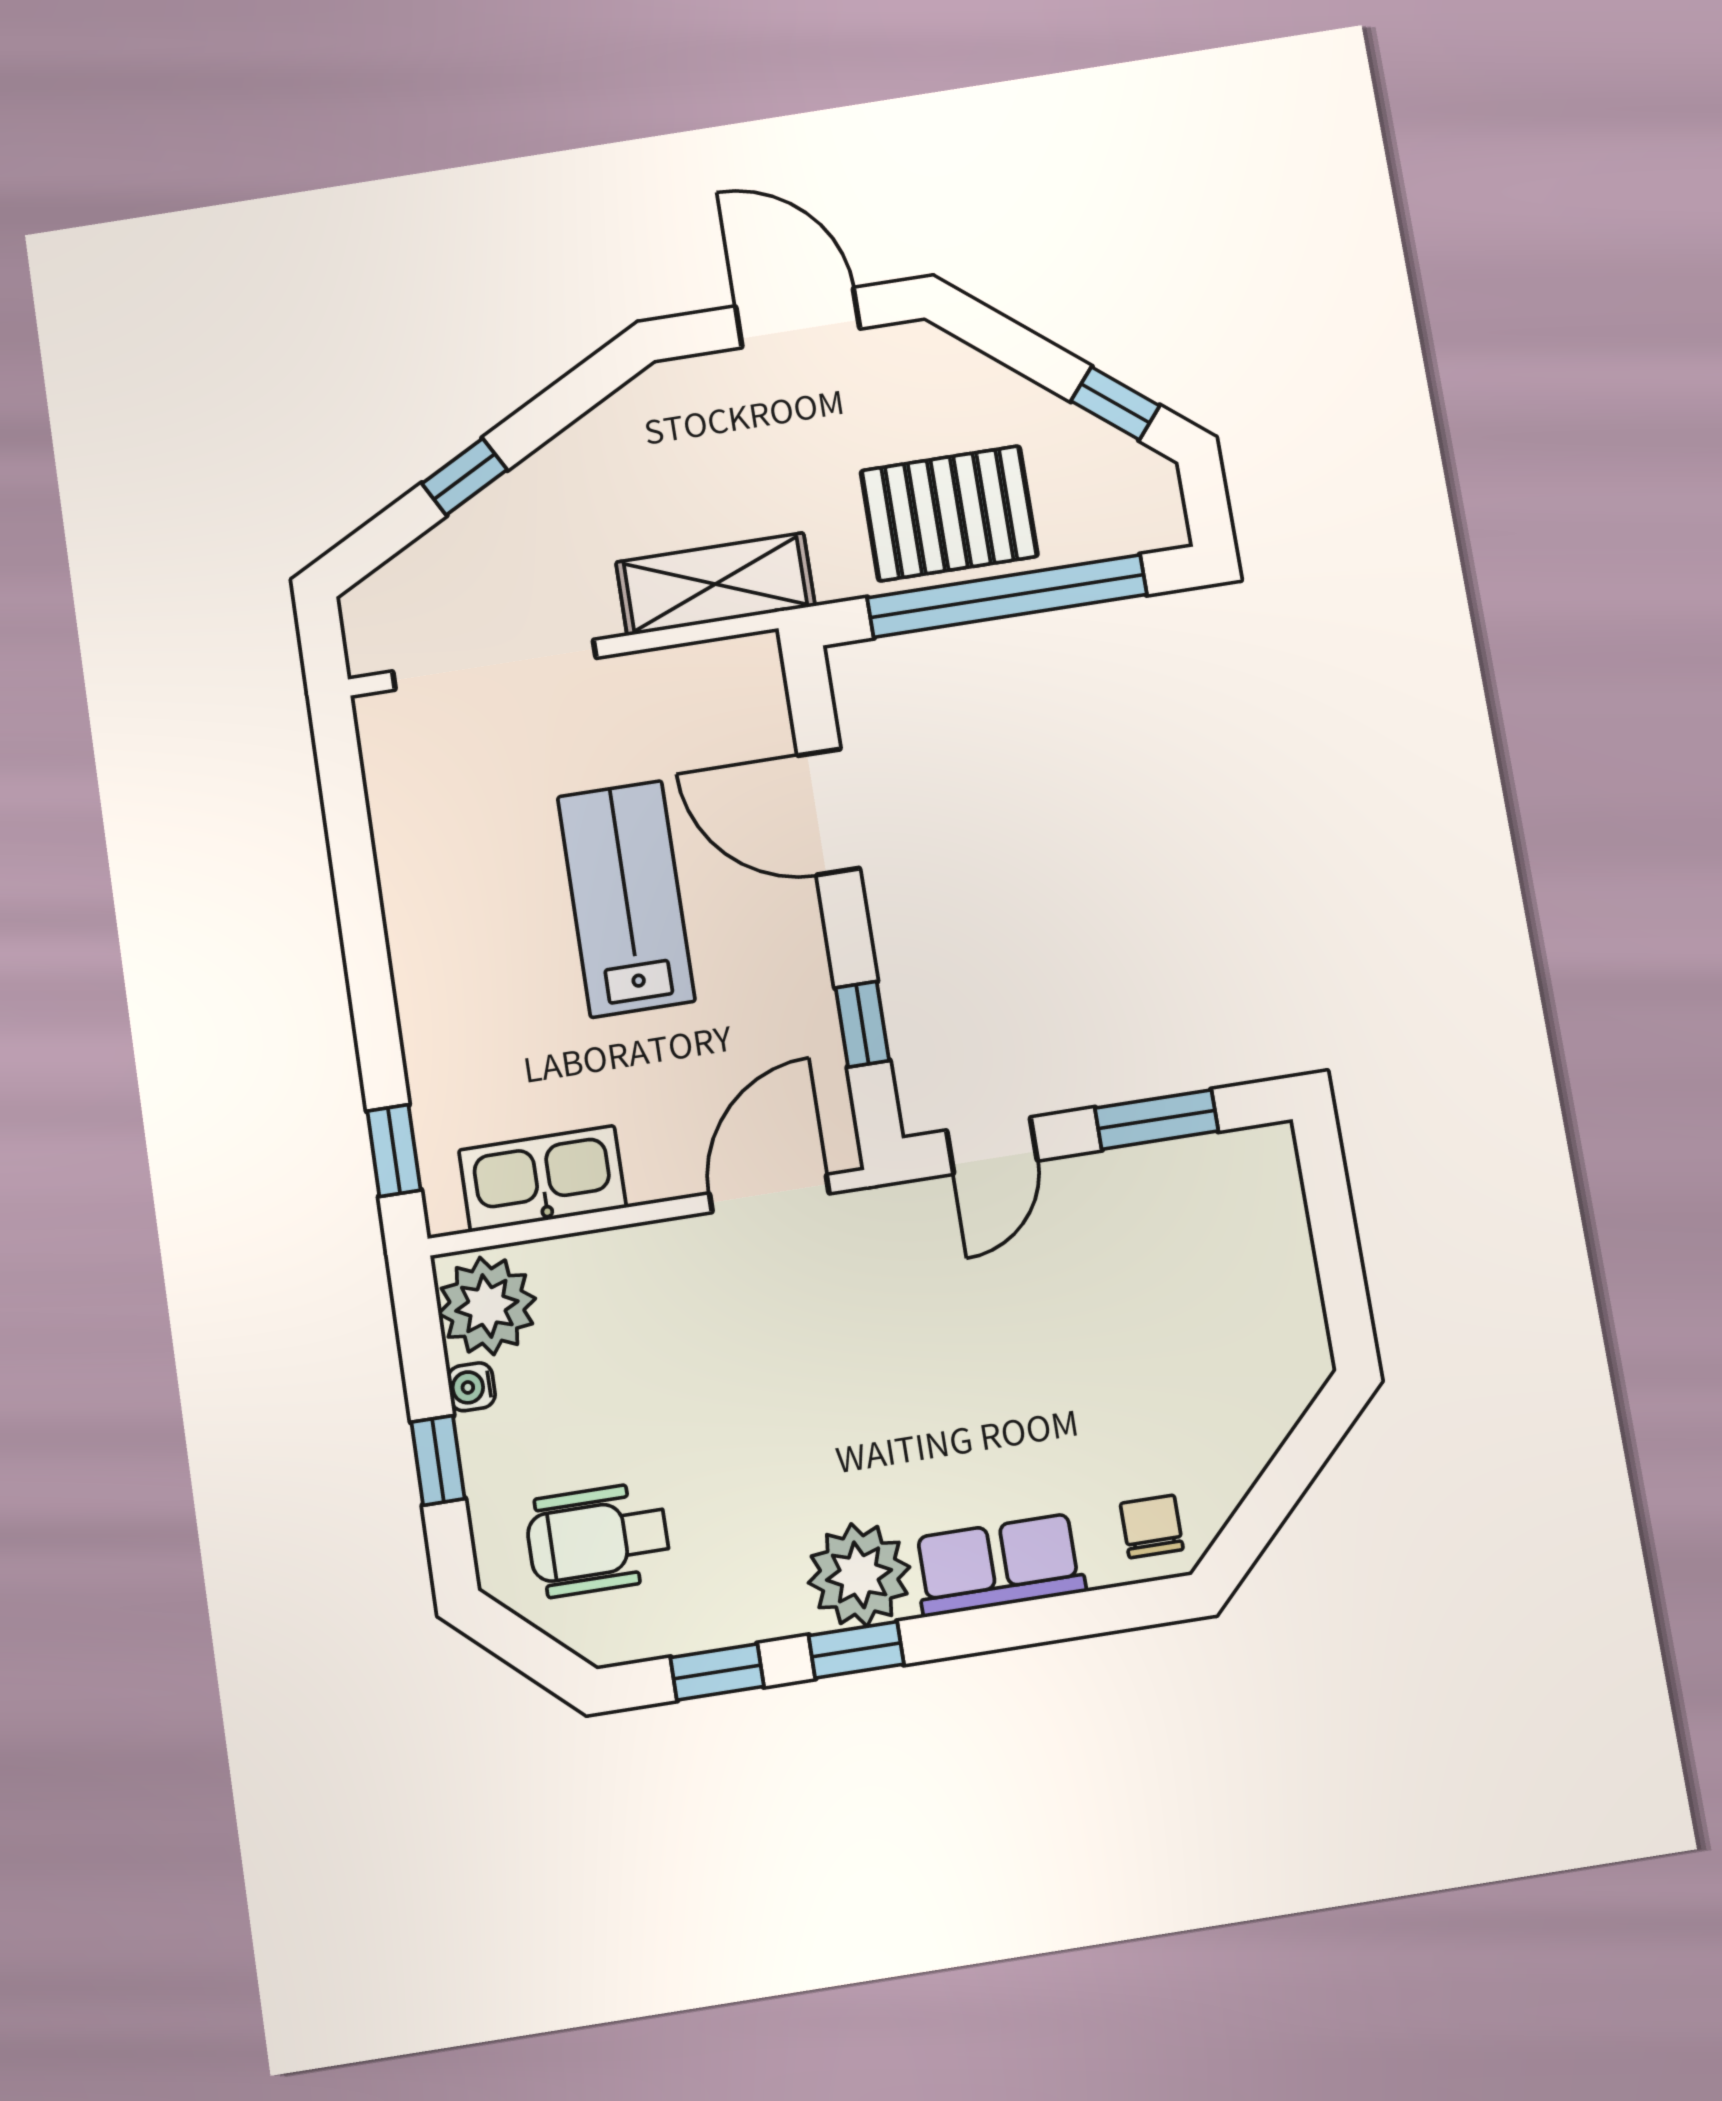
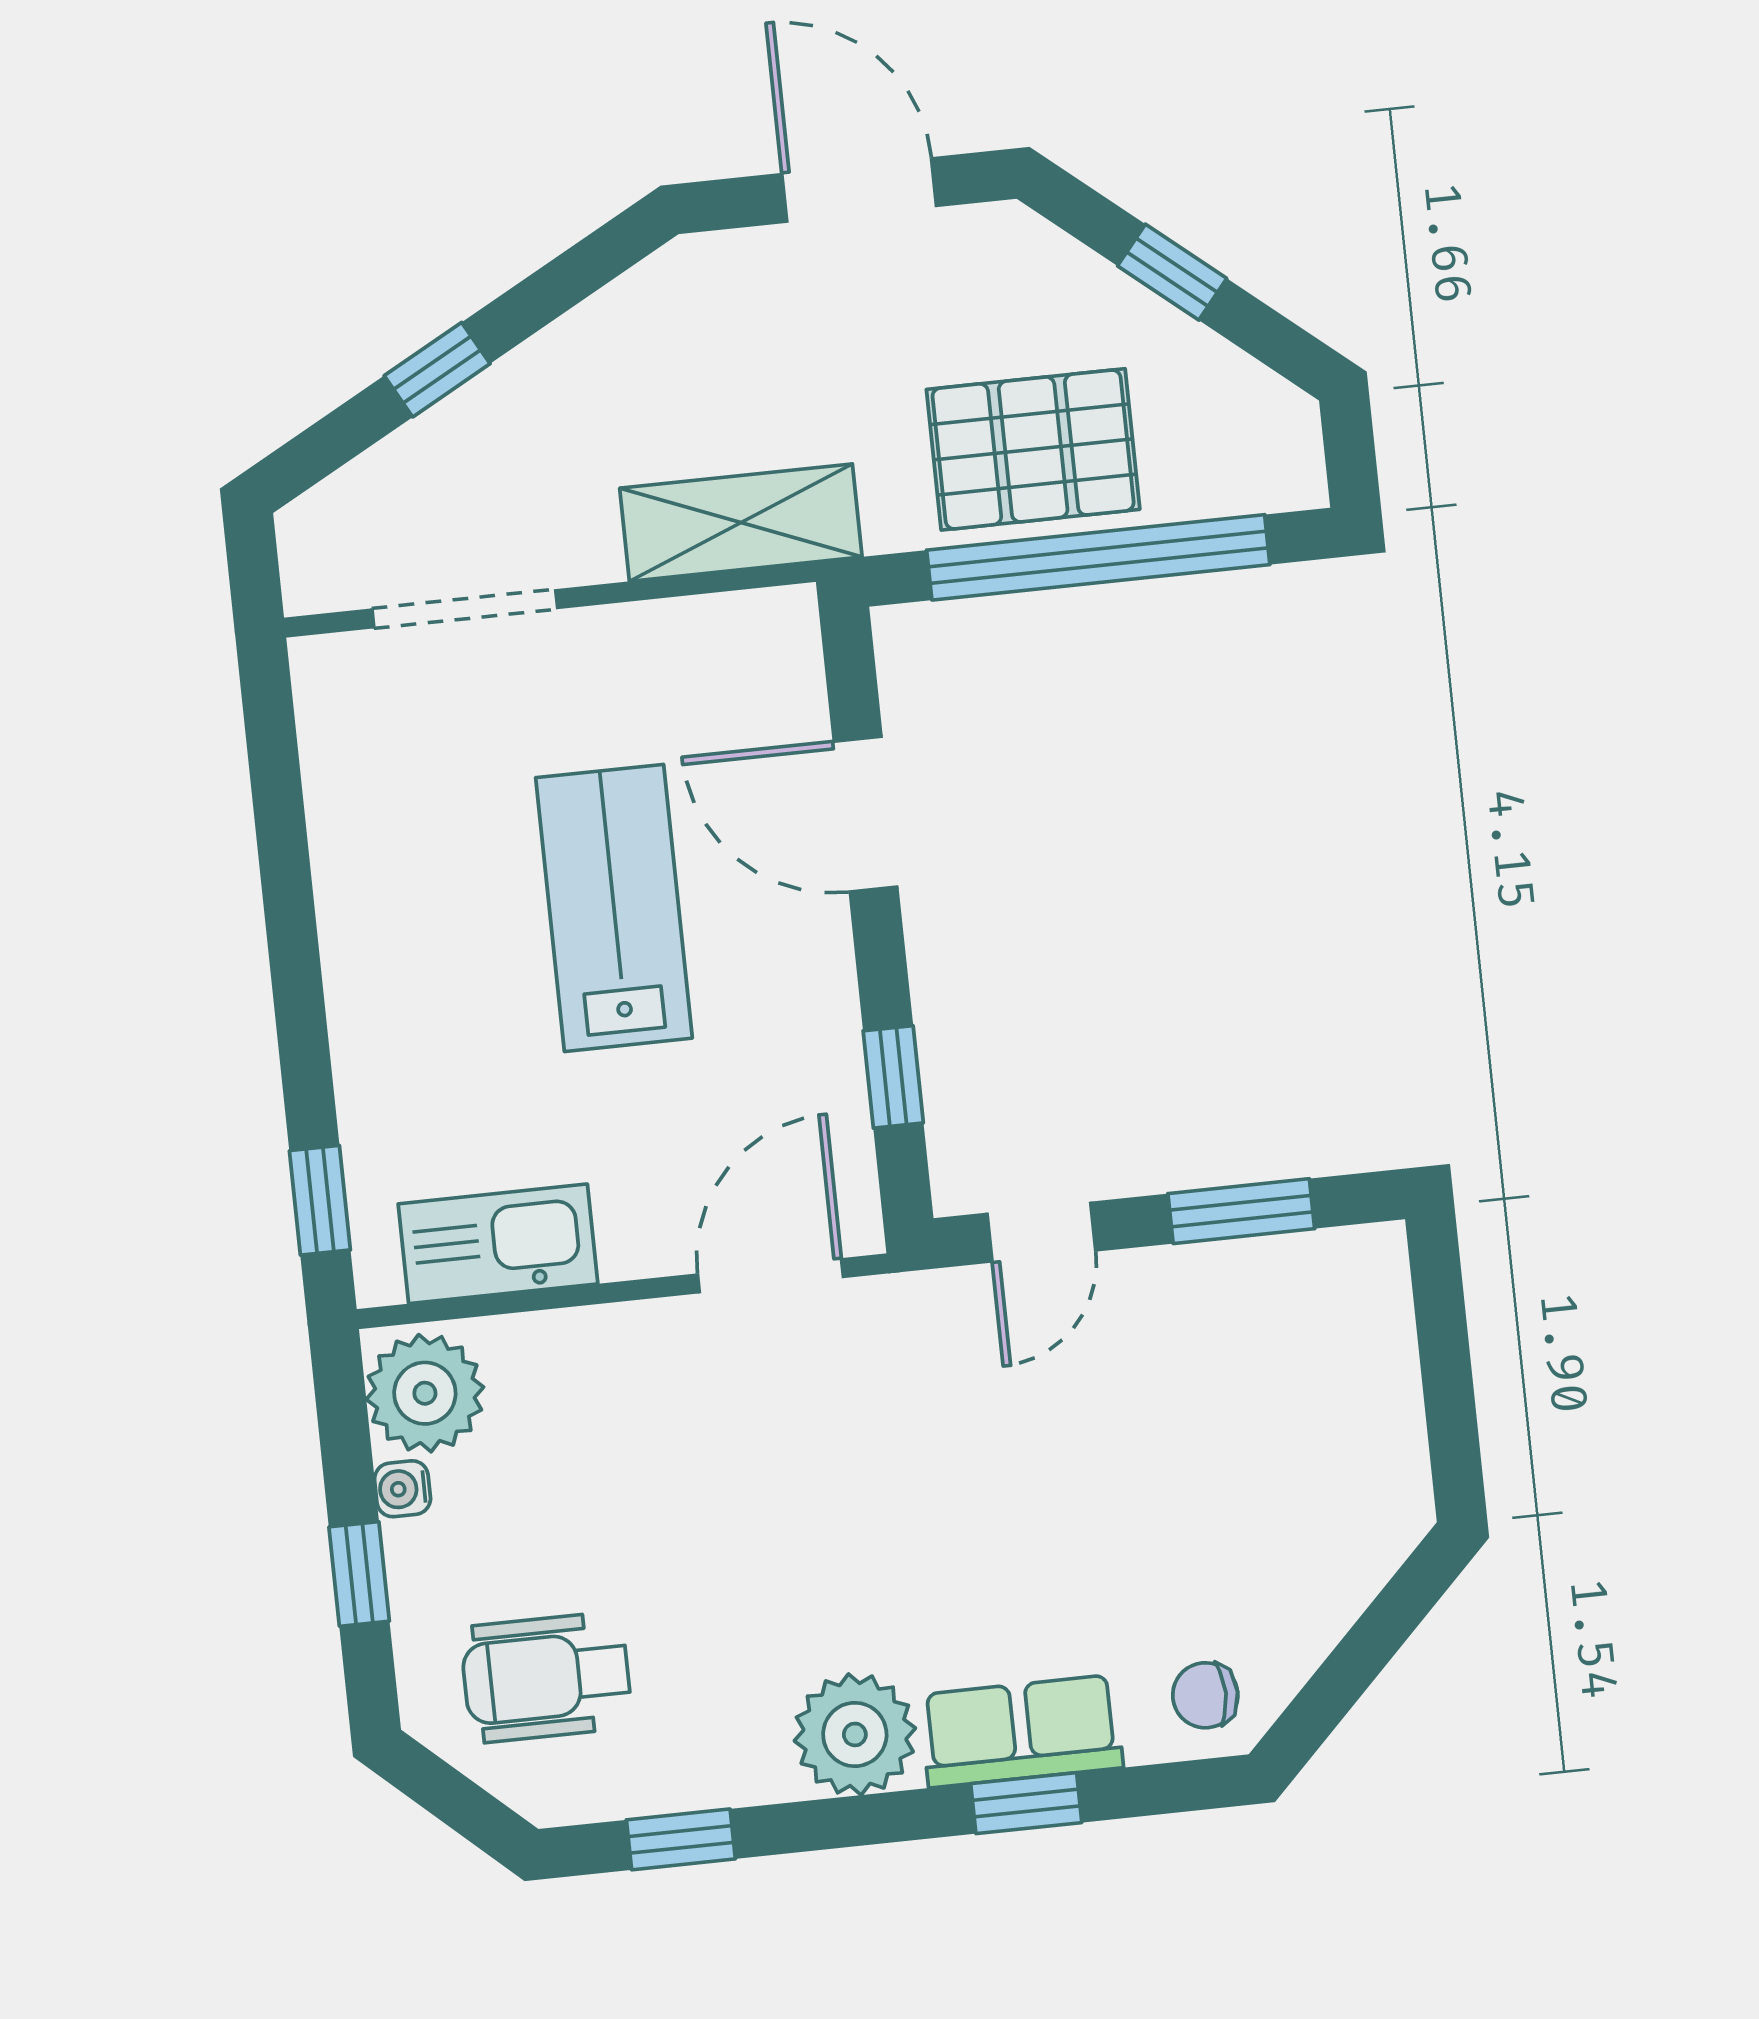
window: (1115, 403) -> (1172, 272), moved
doorway: (494, 665) -> (465, 609), width x0.73
chair: (1152, 1526) -> (1205, 1695), turned -90
window: (856, 1650) -> (1026, 1803), moved

